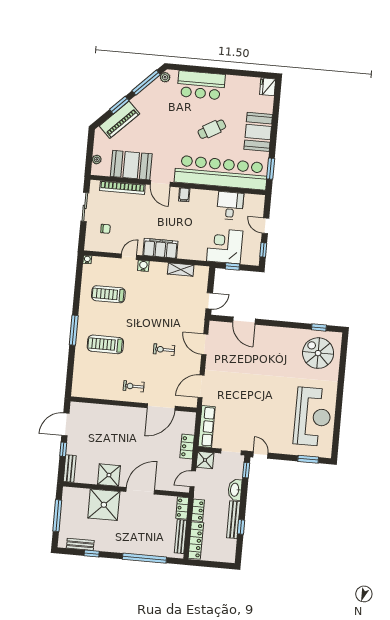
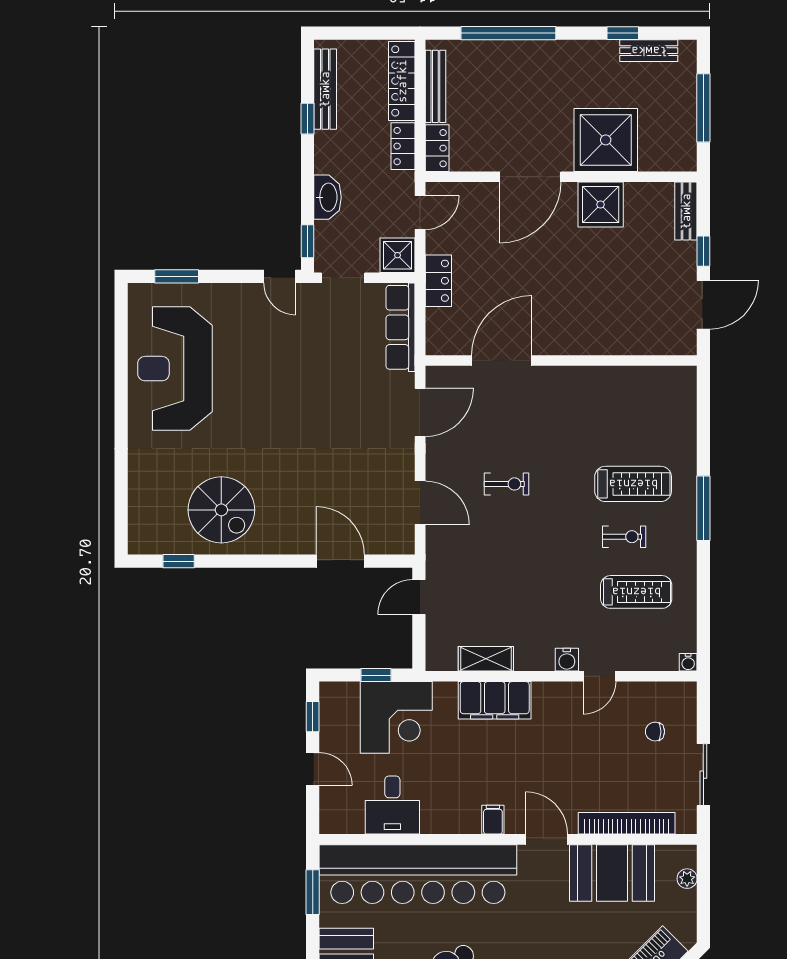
filing cabinet: (160, 248) -> (495, 700), moved
spiral stairs: (318, 353) -> (221, 510), moved
exercise bike: (134, 386) -> (624, 537), moved
bench: (233, 520) -> (325, 89), moved

